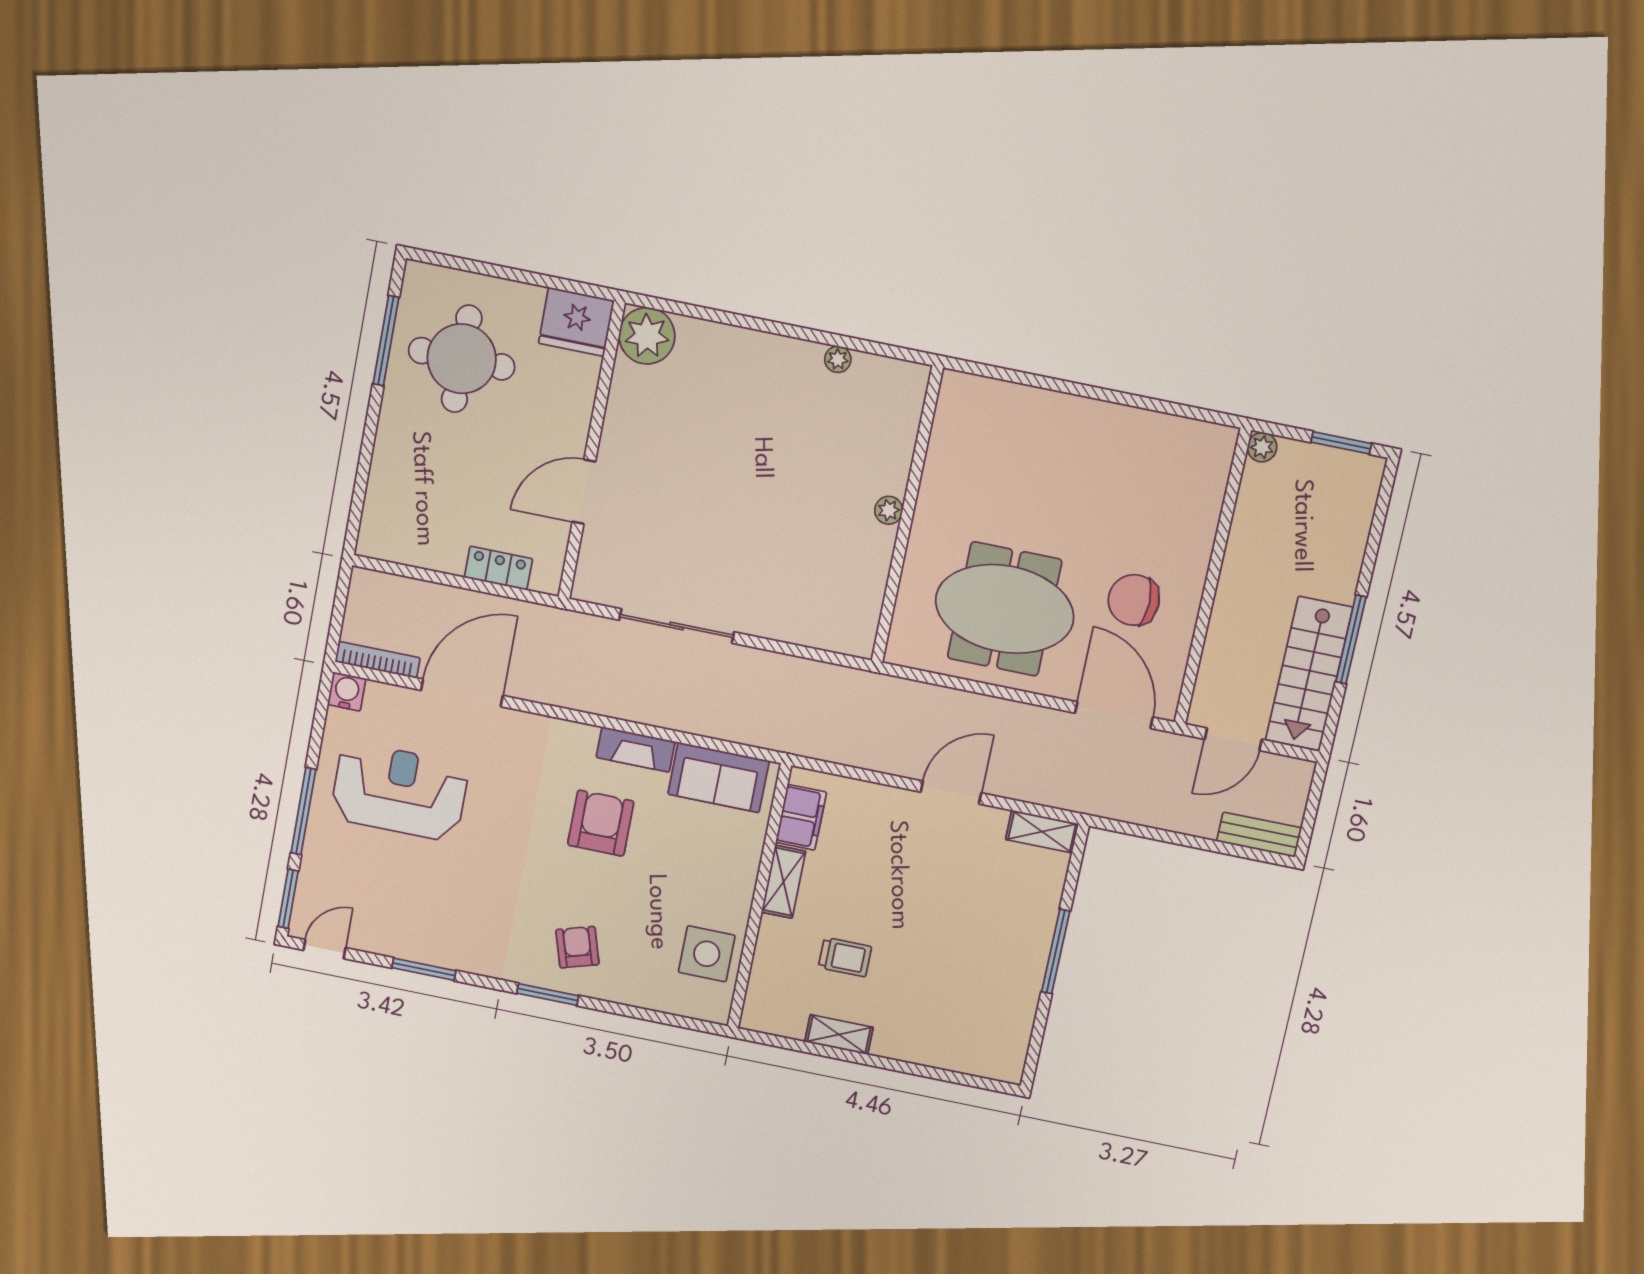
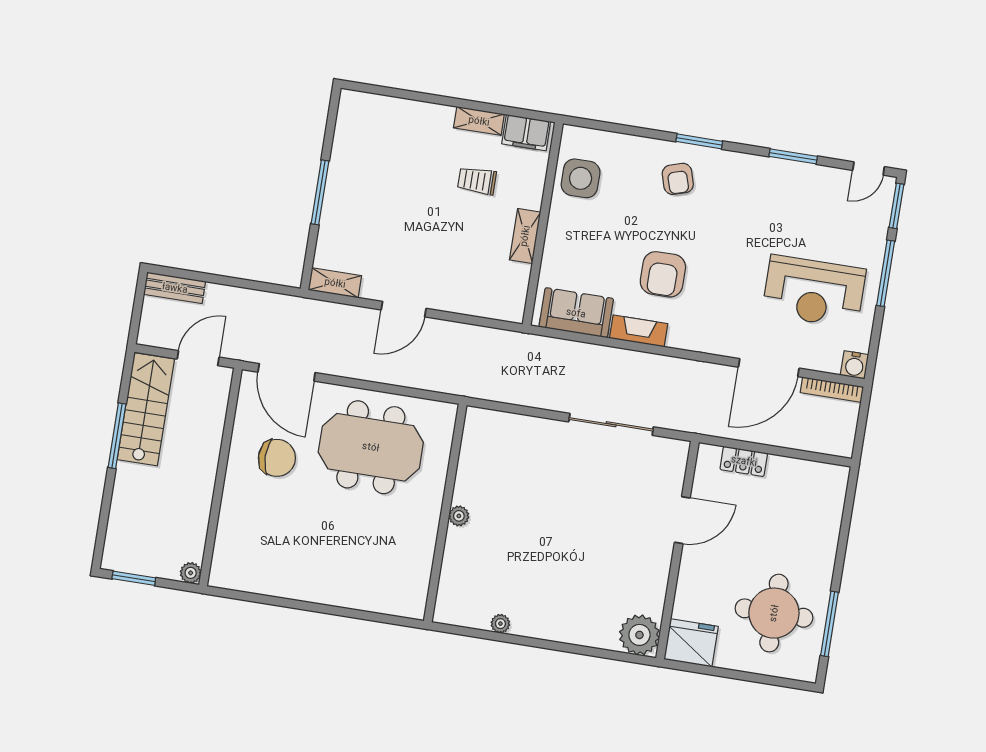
filing cabinet: (801, 817) -> (526, 133), moved, turned -90

